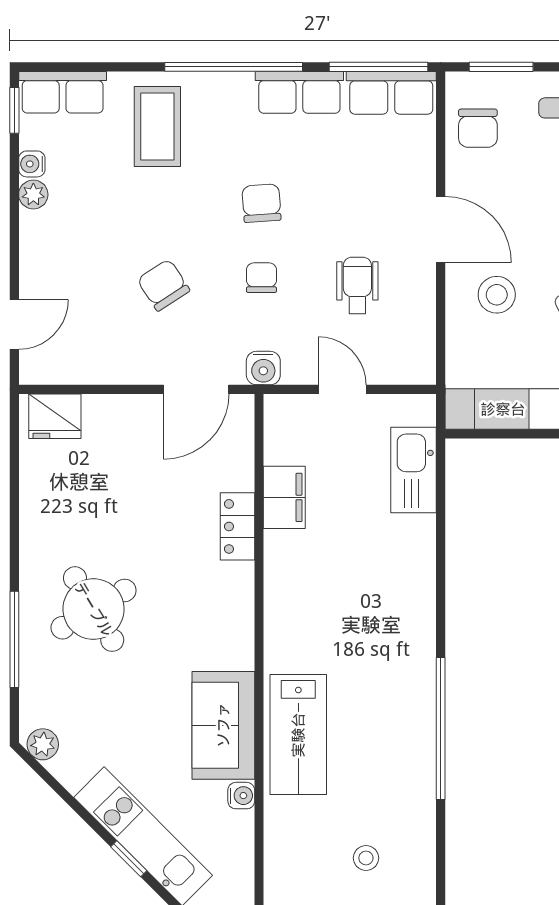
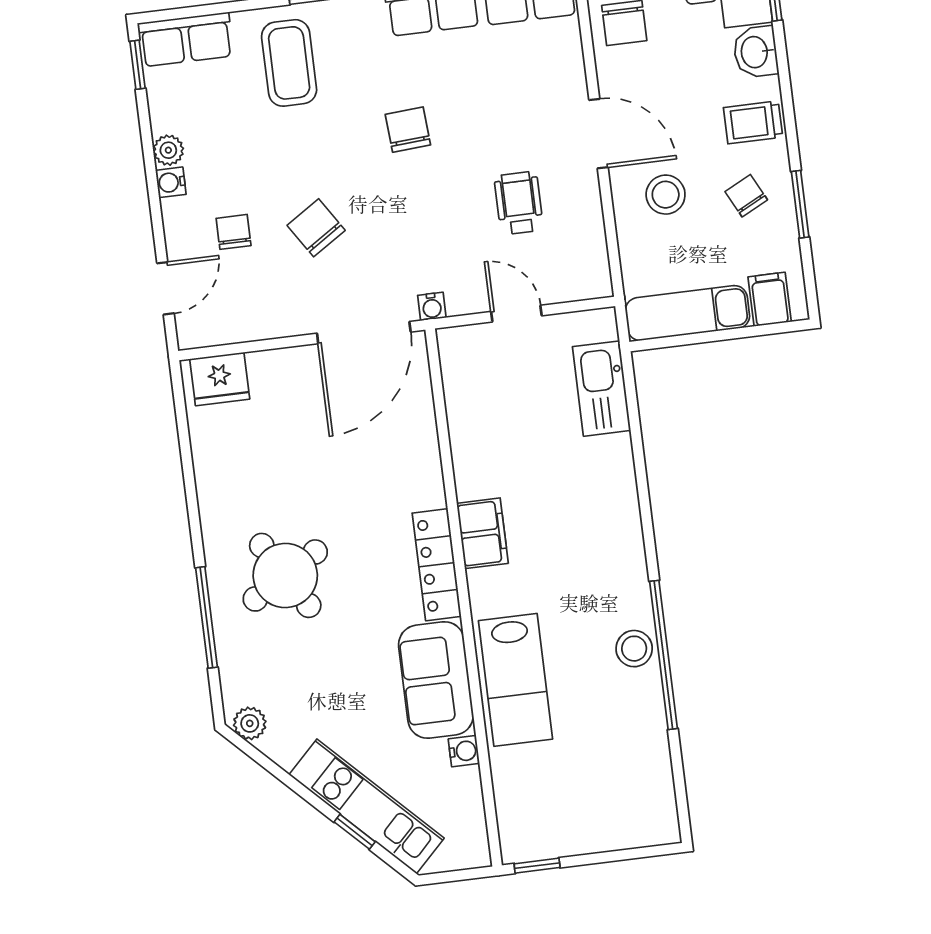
water cooler: (32, 164) -> (171, 182), moved
chair: (261, 278) -> (234, 232), moved
water cooler: (263, 368) -> (432, 306), width x0.72, depth x0.72
door: (196, 389) -> (364, 333), width x1.36
filing cabinet: (284, 497) -> (482, 533), moved
locker: (237, 526) -> (437, 565), moved, width x1.53
stool: (366, 858) -> (634, 649), moved, width x1.37, depth x1.37

